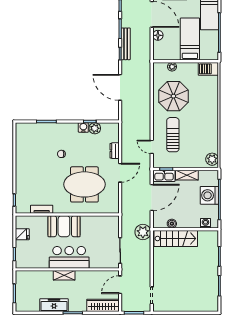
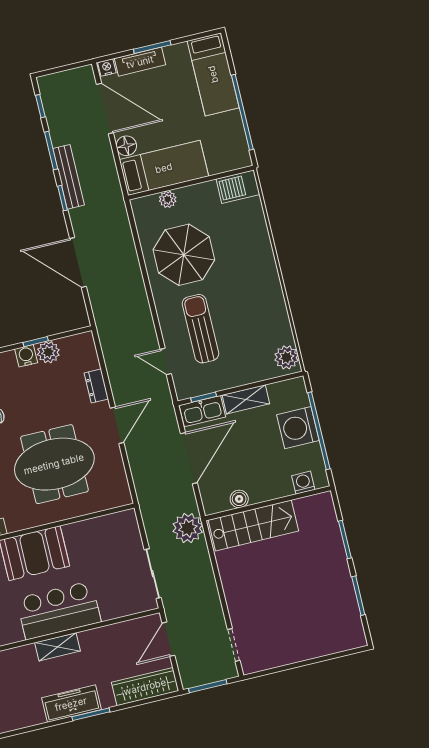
bed: (190, 39) -> (164, 168), moved, turned 90
freezer: (54, 305) -> (71, 704), moved

